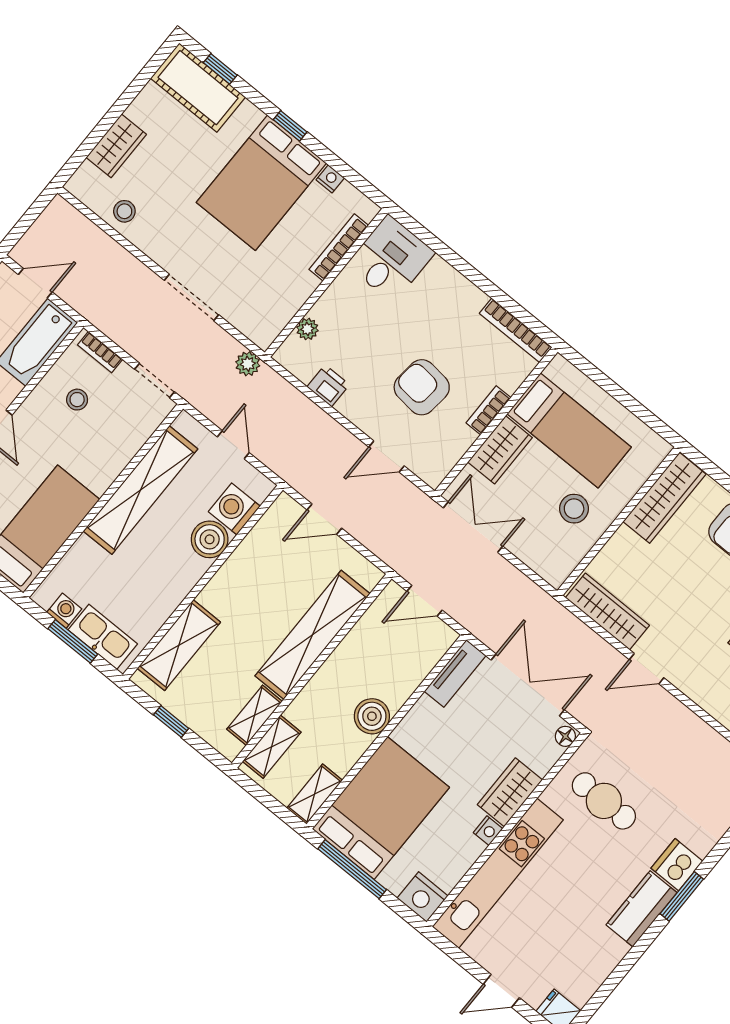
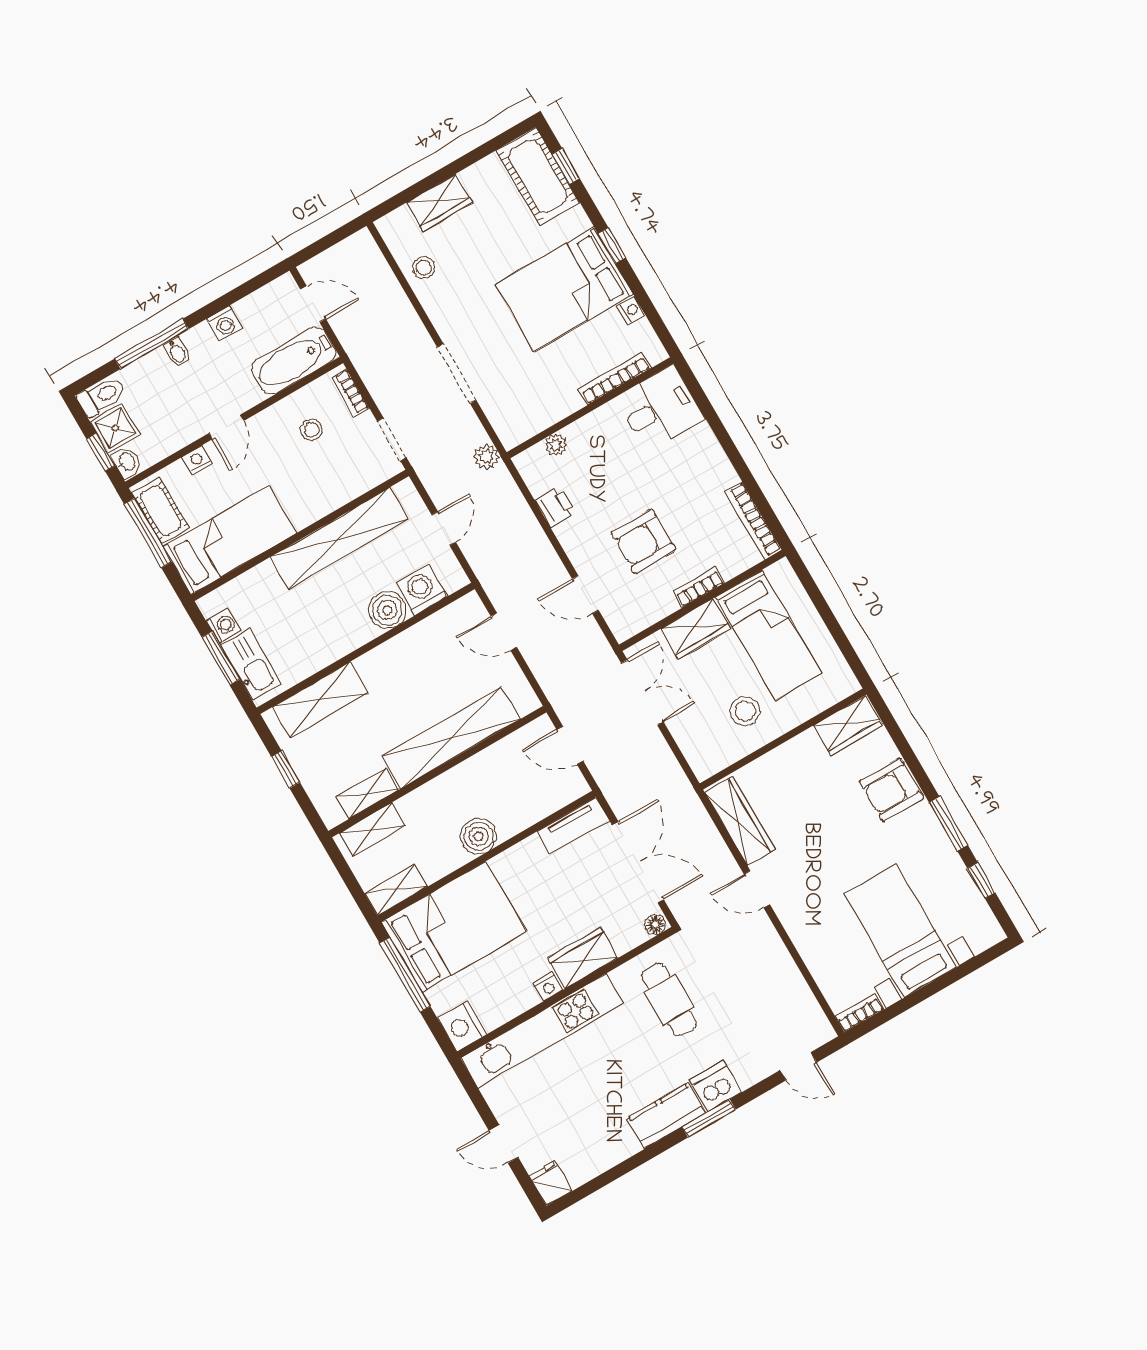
armchair: (422, 387) -> (644, 541), turned -96
wardrobe: (665, 498) -> (848, 726), width x0.67

